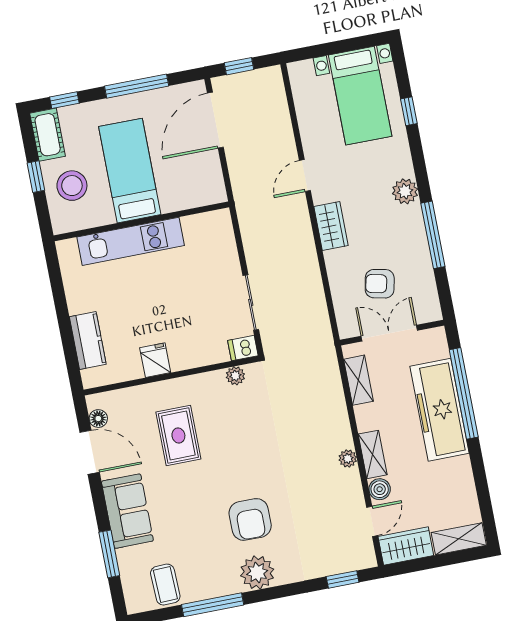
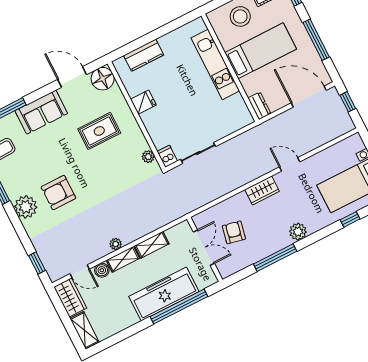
dresser: (208, 195) -> (259, 106), added
shelving: (358, 380) -> (152, 245), moved
floor lamp: (98, 419) -> (103, 79), width x1.89, depth x1.89
door: (90, 452) -> (72, 77), swing flipped

